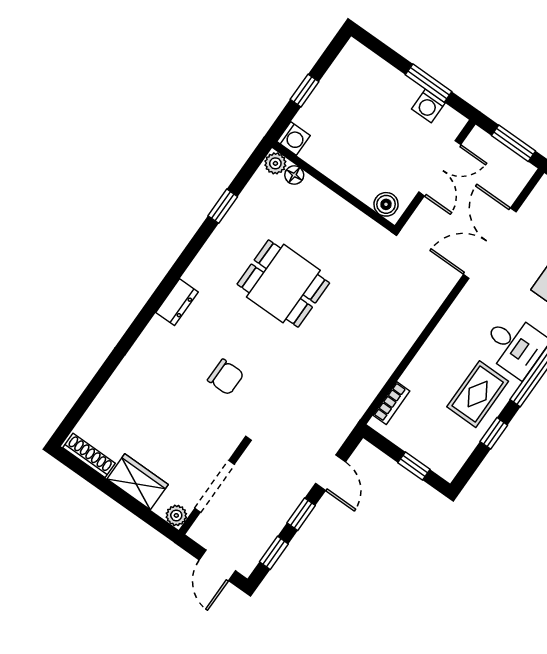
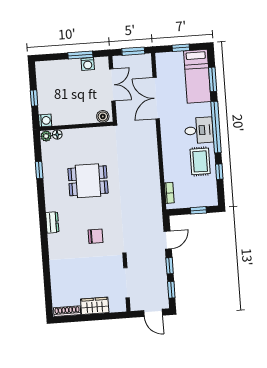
door: (331, 473) -> (168, 240), hinge flipped
plant: (176, 515) -> (121, 307), removed

